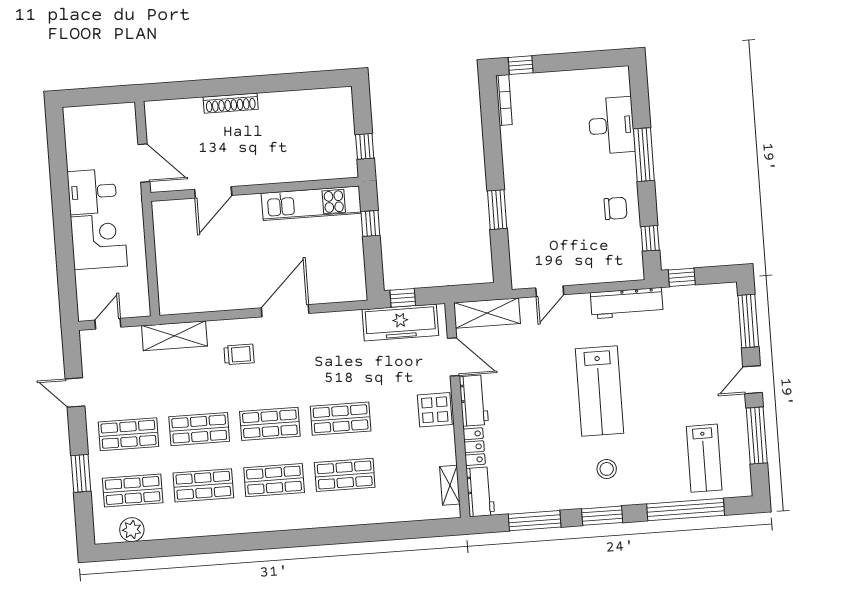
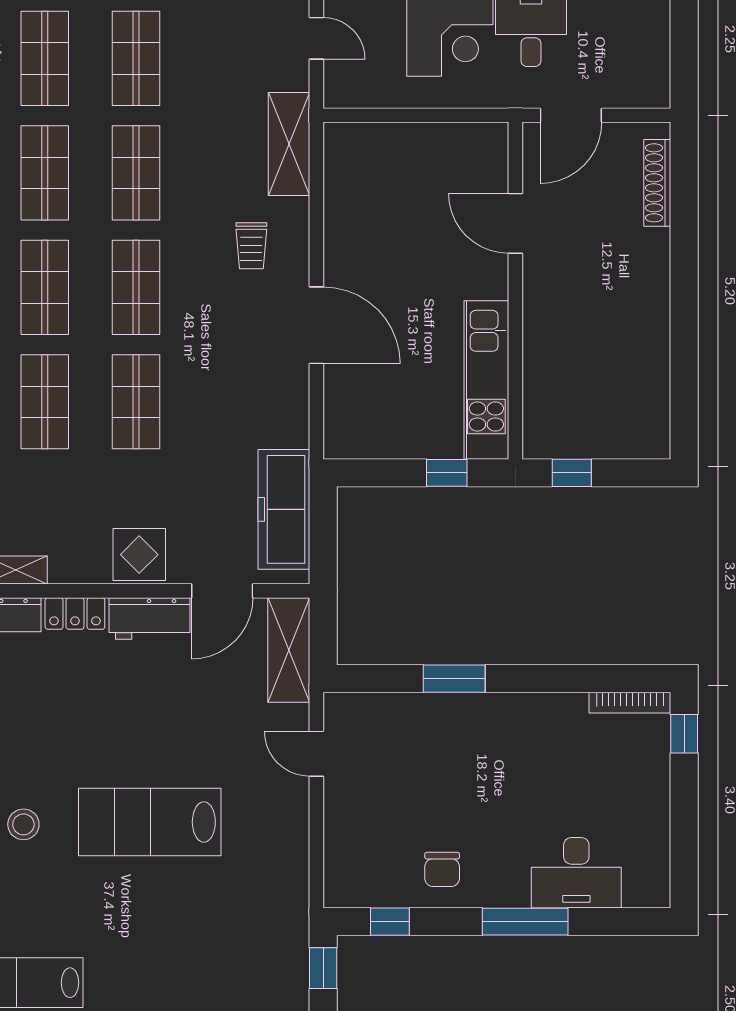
shoe rack: (231, 103) -> (657, 183), moved
window: (403, 298) -> (323, 516), removed
workbench: (627, 303) -> (288, 876), removed

